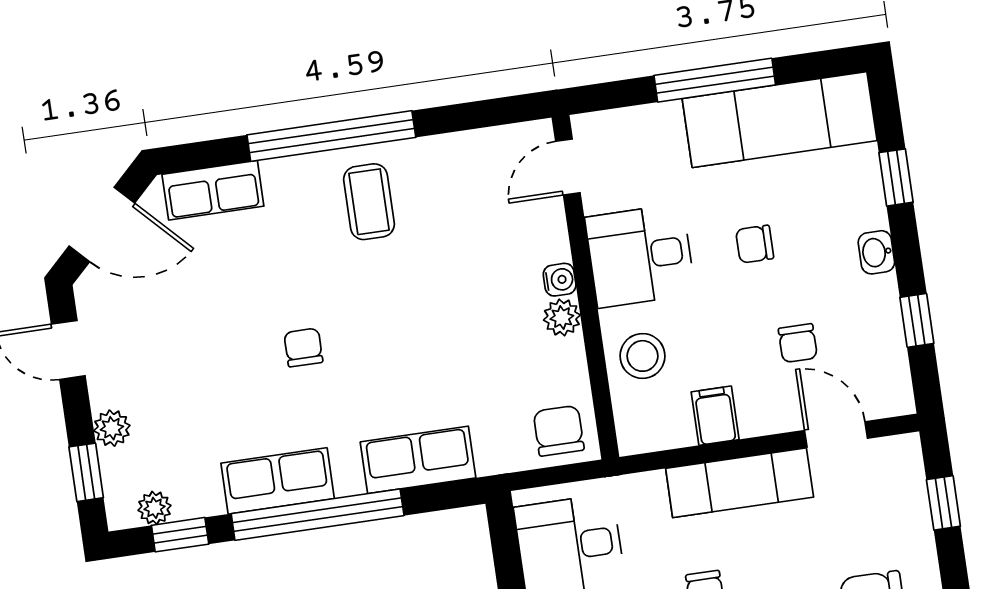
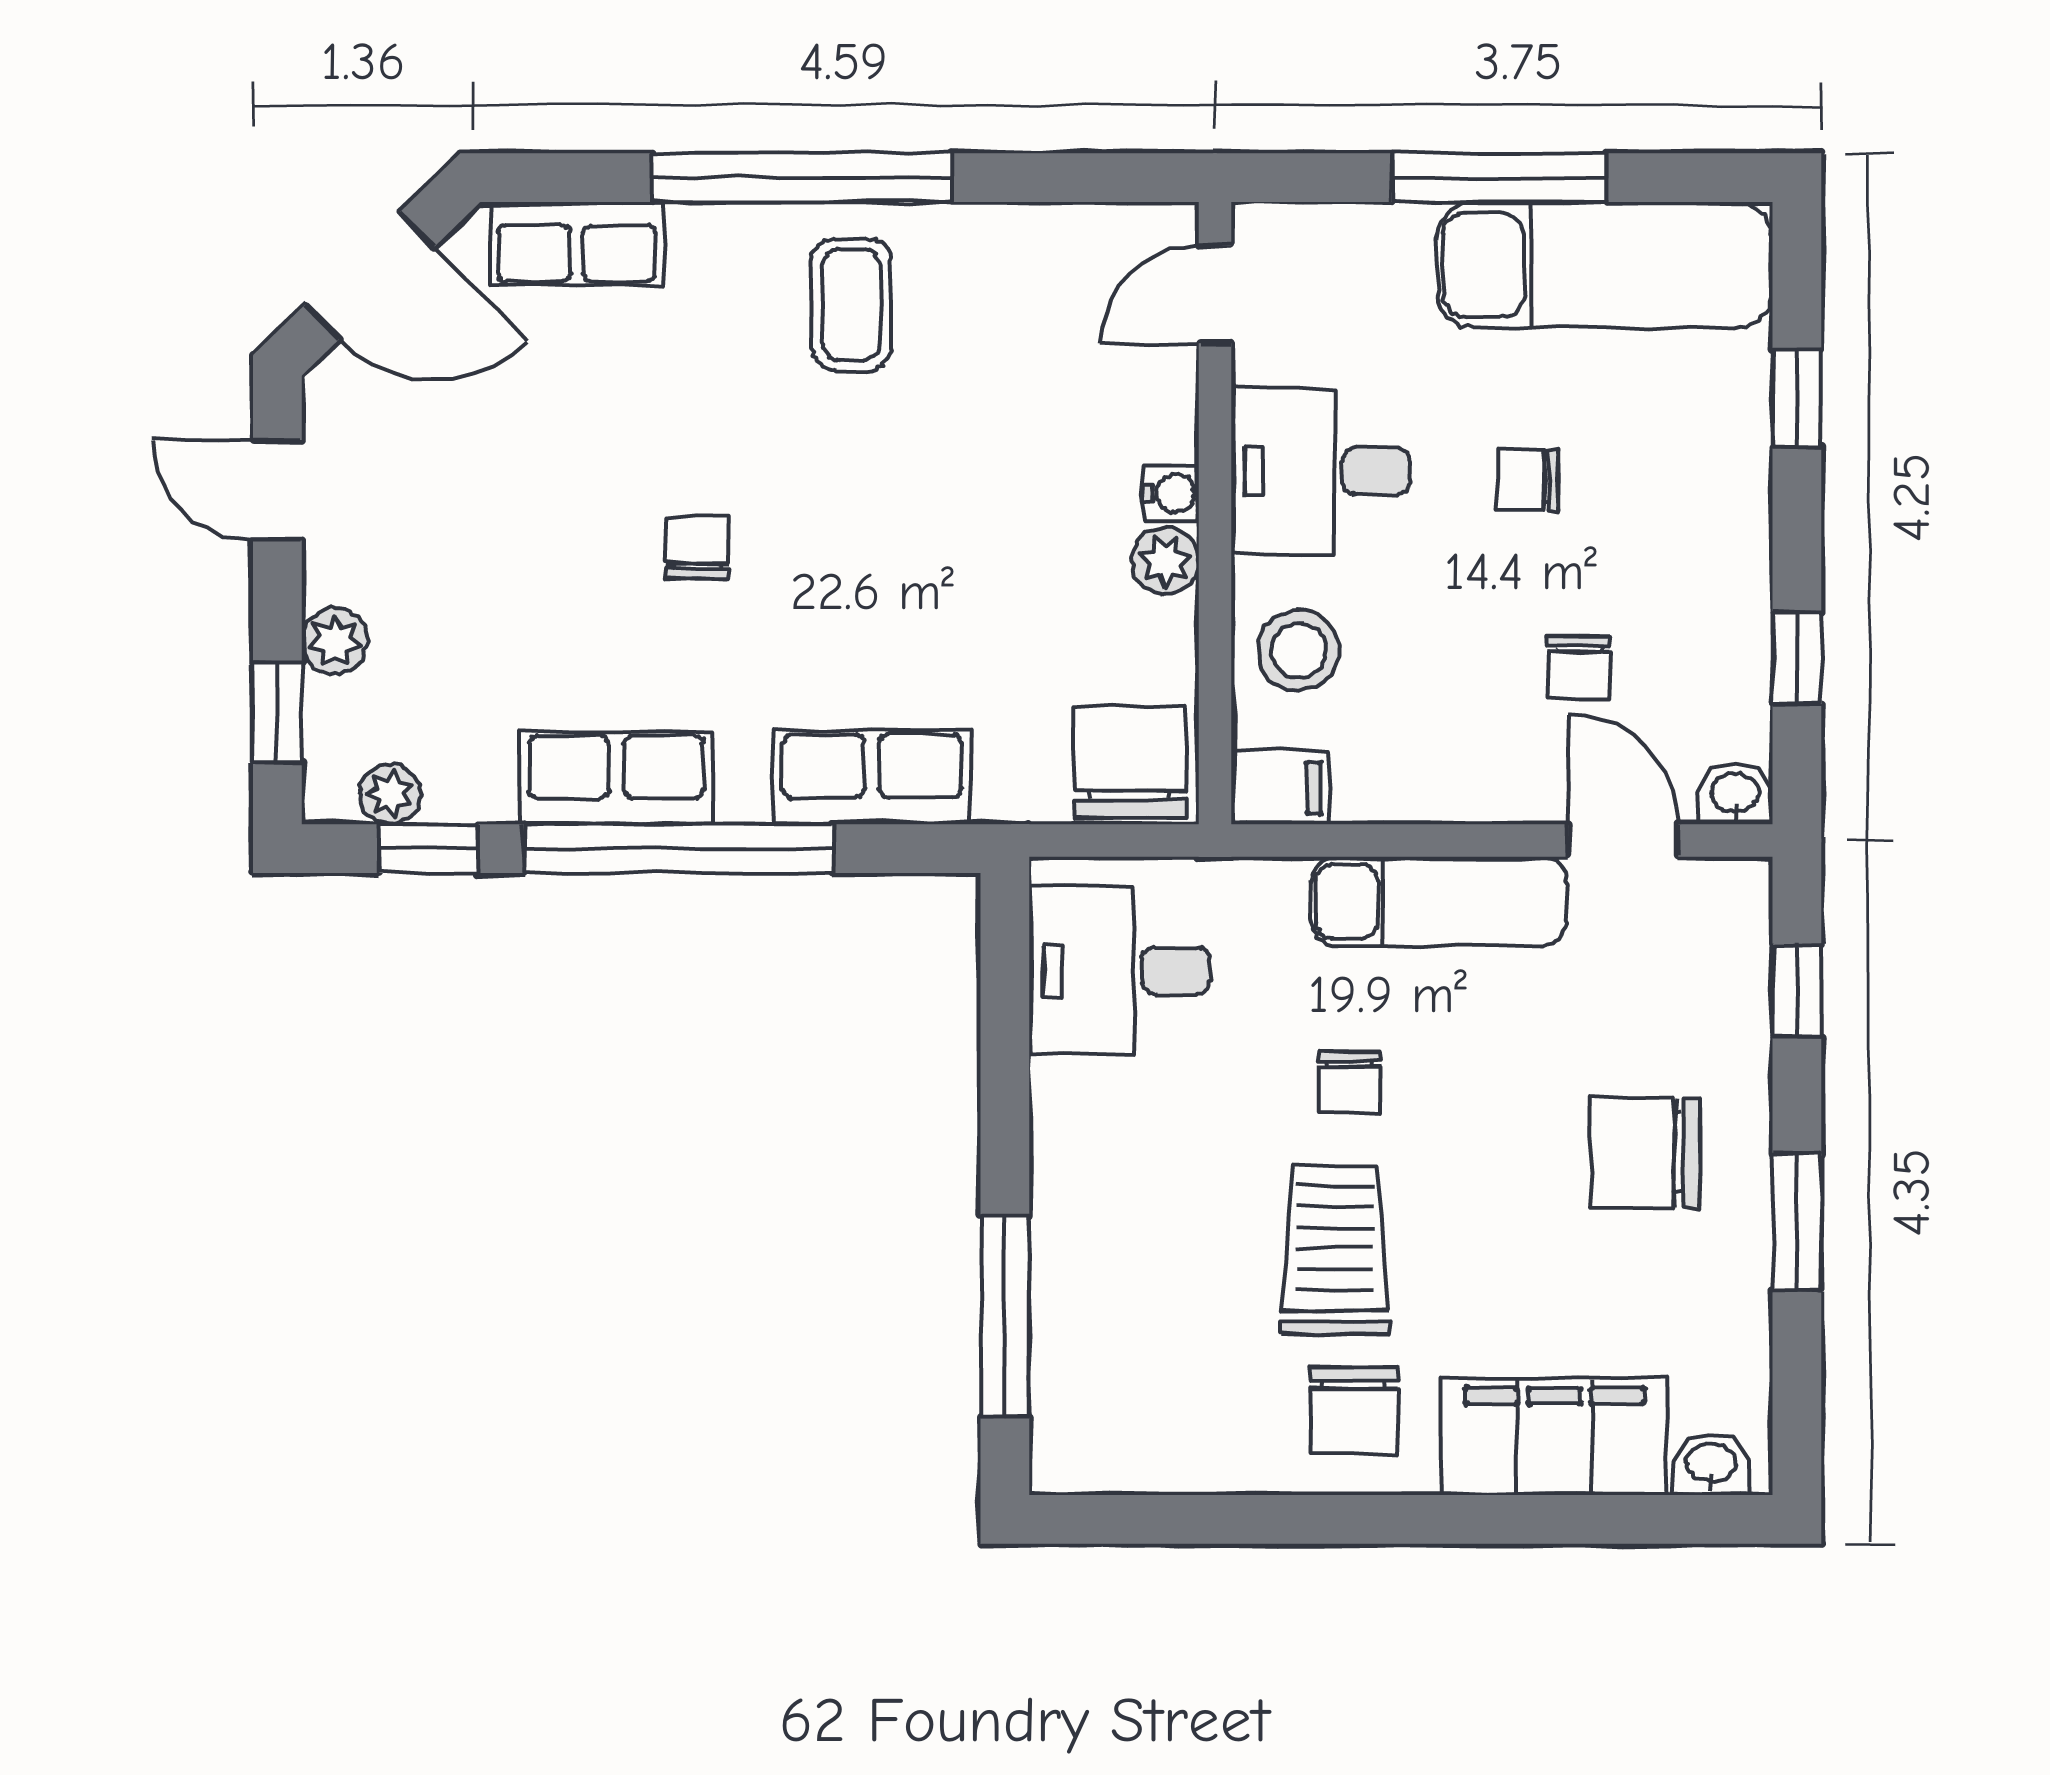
washbasin: (876, 252) -> (1735, 794), moved, turned 90
filing cabinet: (715, 416) -> (1280, 788), moved, turned 90
chair: (559, 431) -> (1130, 762), width x1.37, depth x1.37

